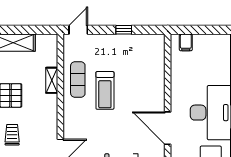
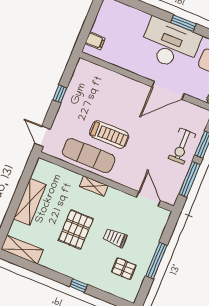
exercise mat: (78, 79) -> (89, 155), width x1.36, depth x1.45
shelving: (52, 80) -> (94, 186), moved

